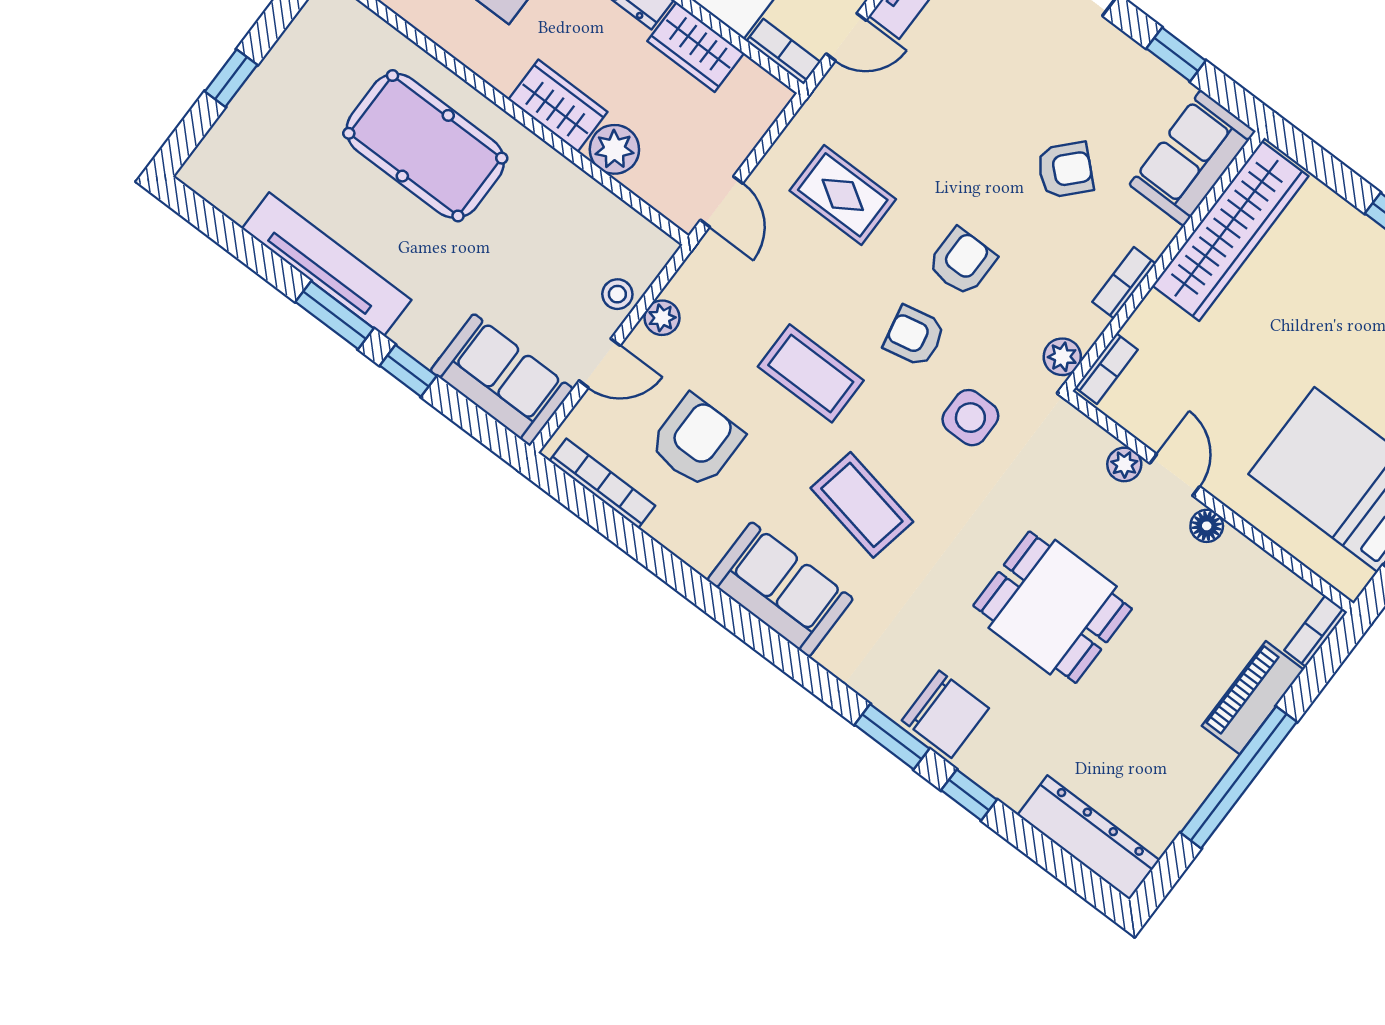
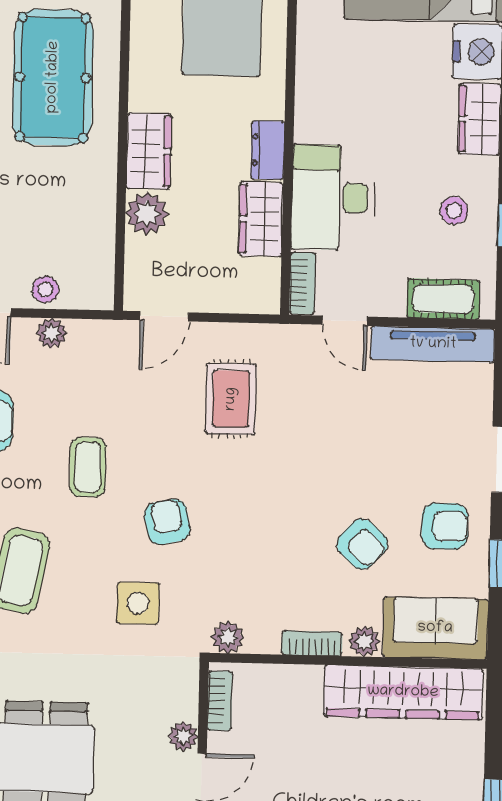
plant: (1157, 233) -> (364, 641), added
armchair: (962, 262) -> (445, 526), moved
bookcase: (1106, 369) -> (220, 701), moved, turned -90
coffee table: (811, 373) -> (88, 467), width x0.73, depth x0.77

